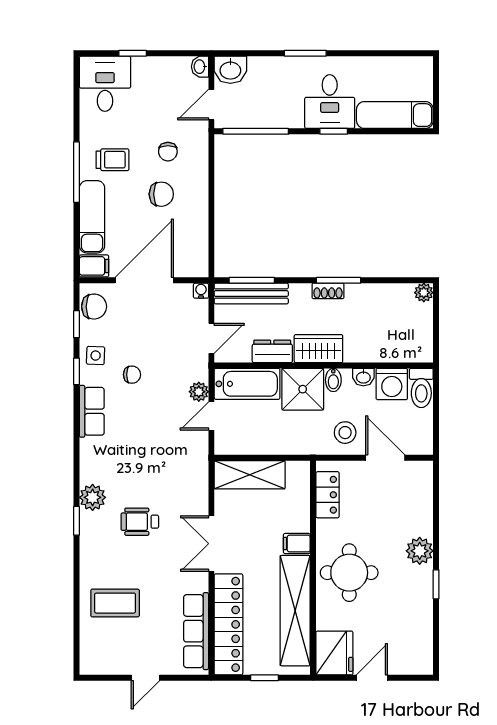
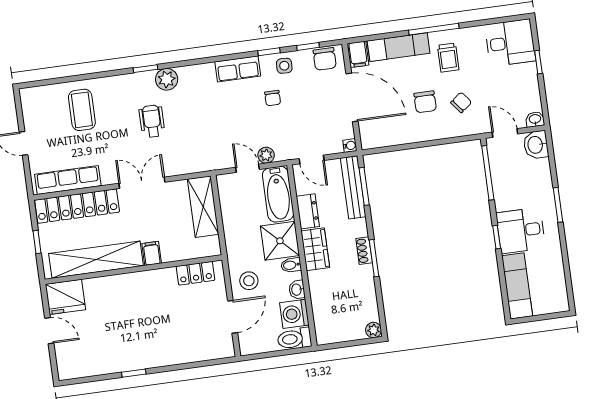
chair: (168, 152) -> (461, 102), turned 142
plant: (420, 551) -> (159, 356), removed
round table: (349, 573) -> (133, 300), removed

